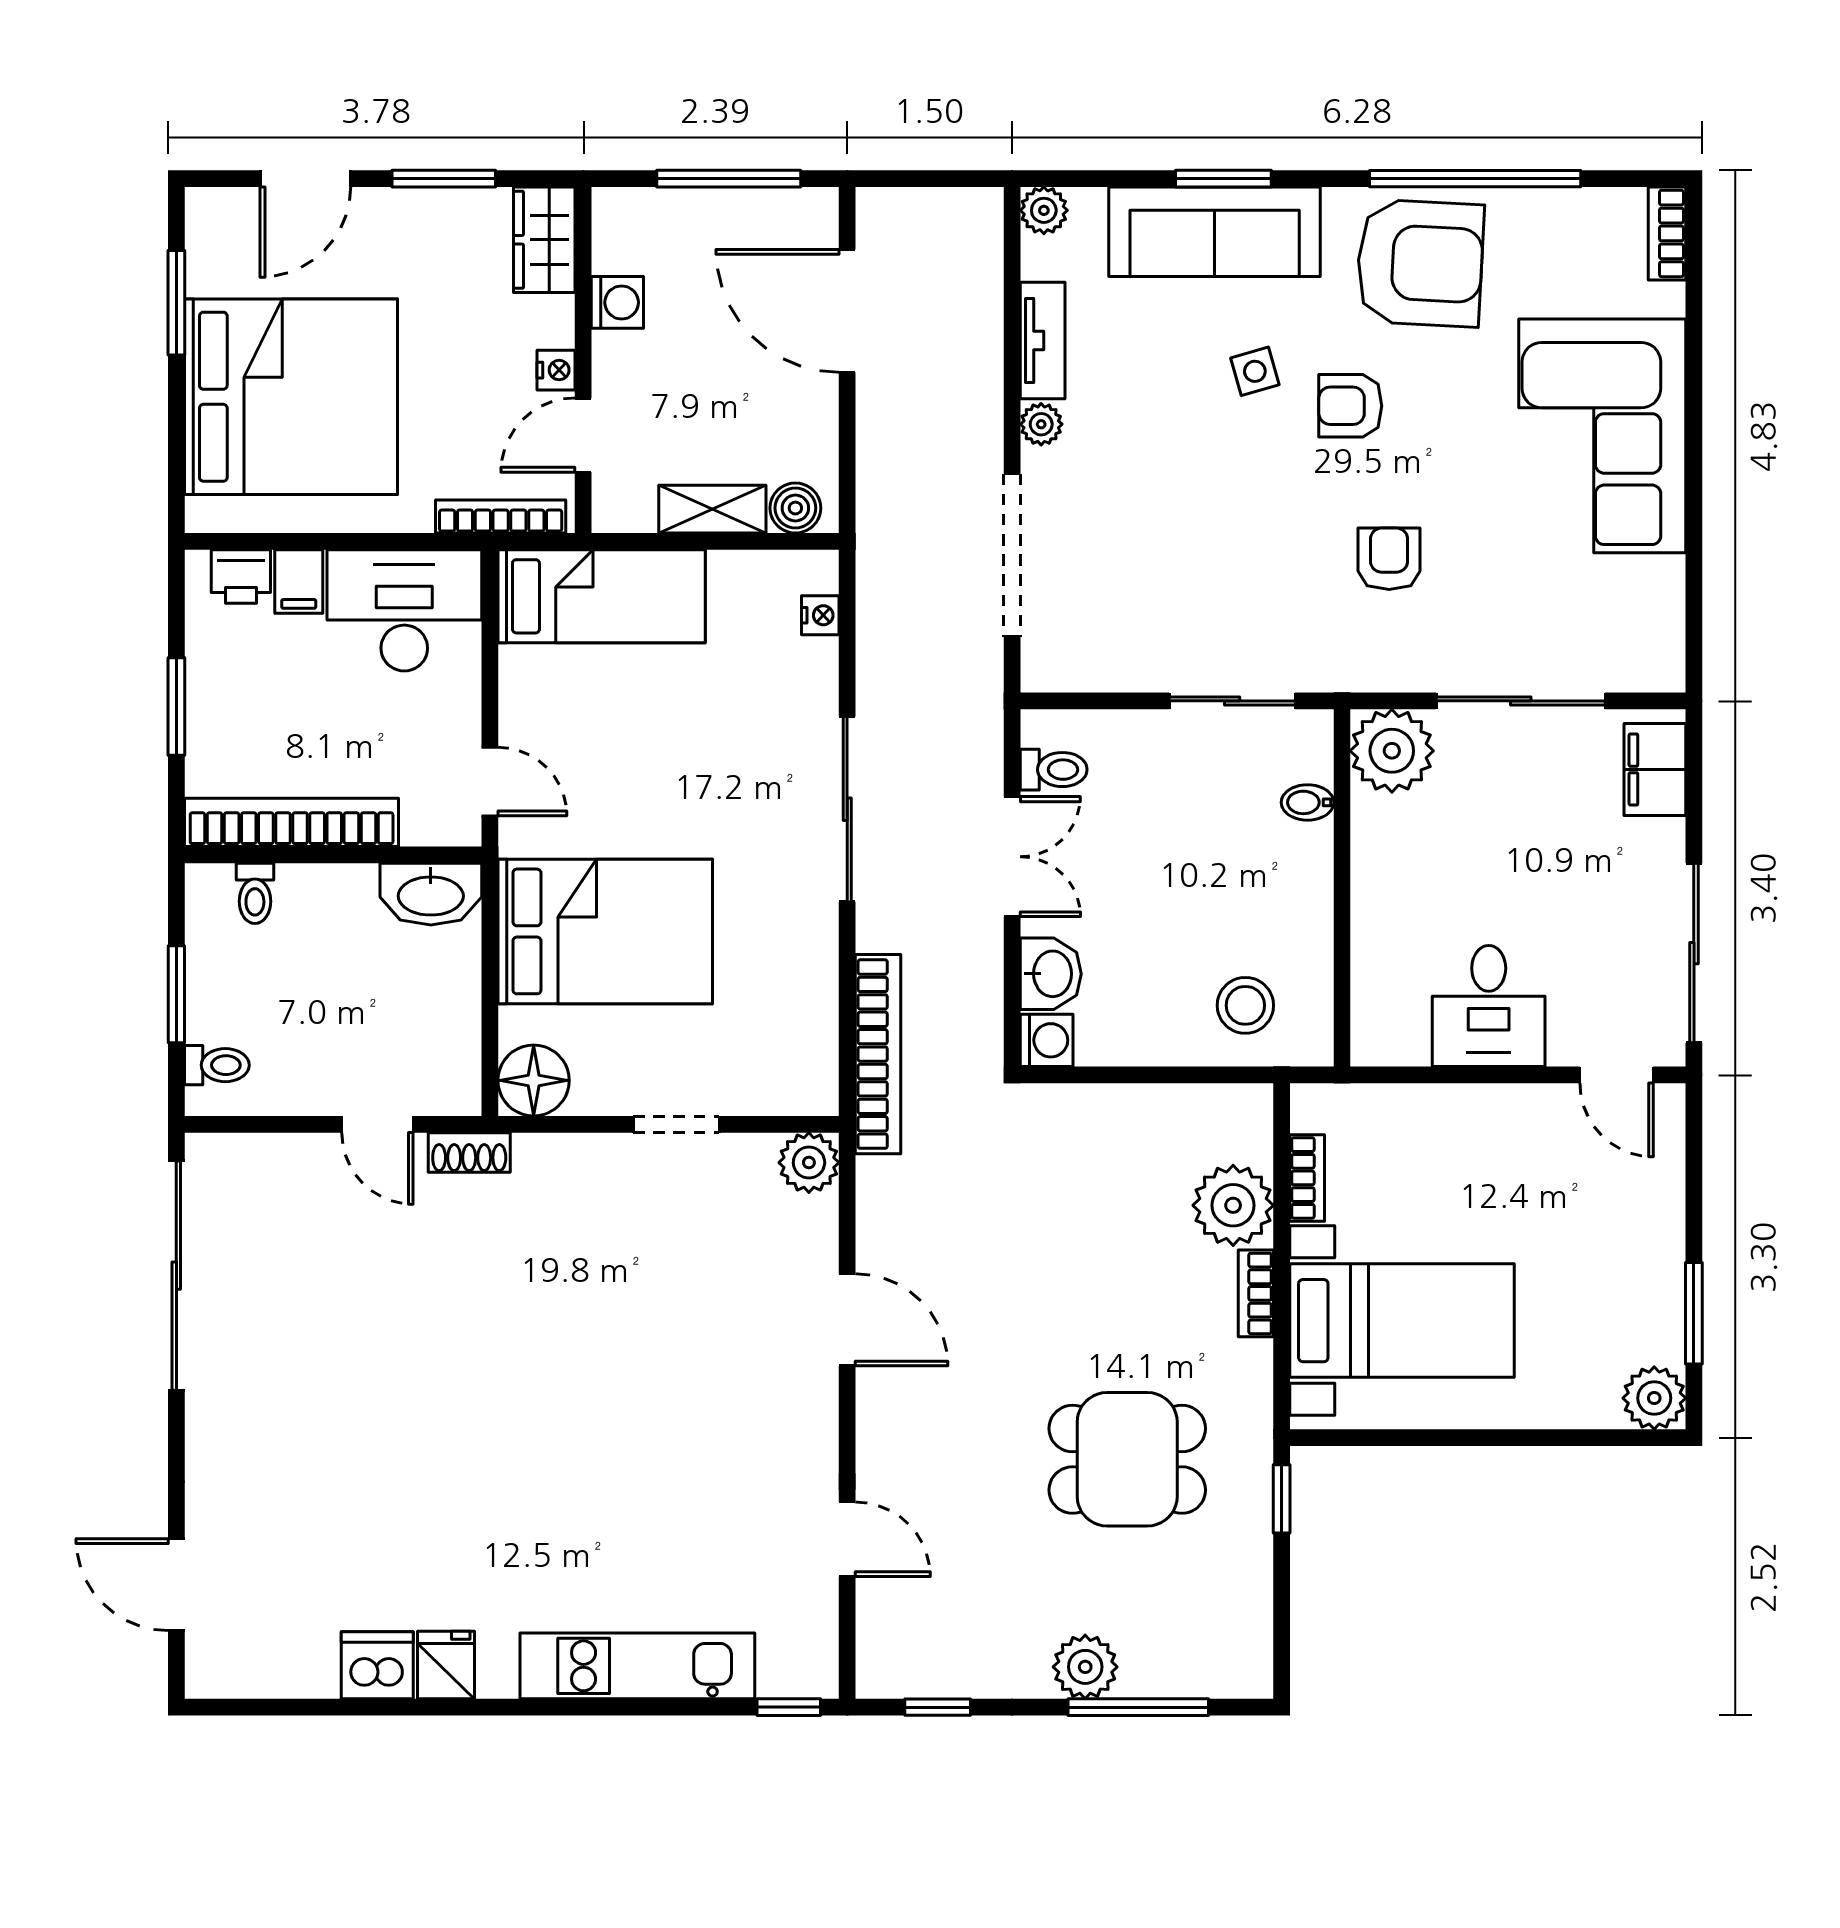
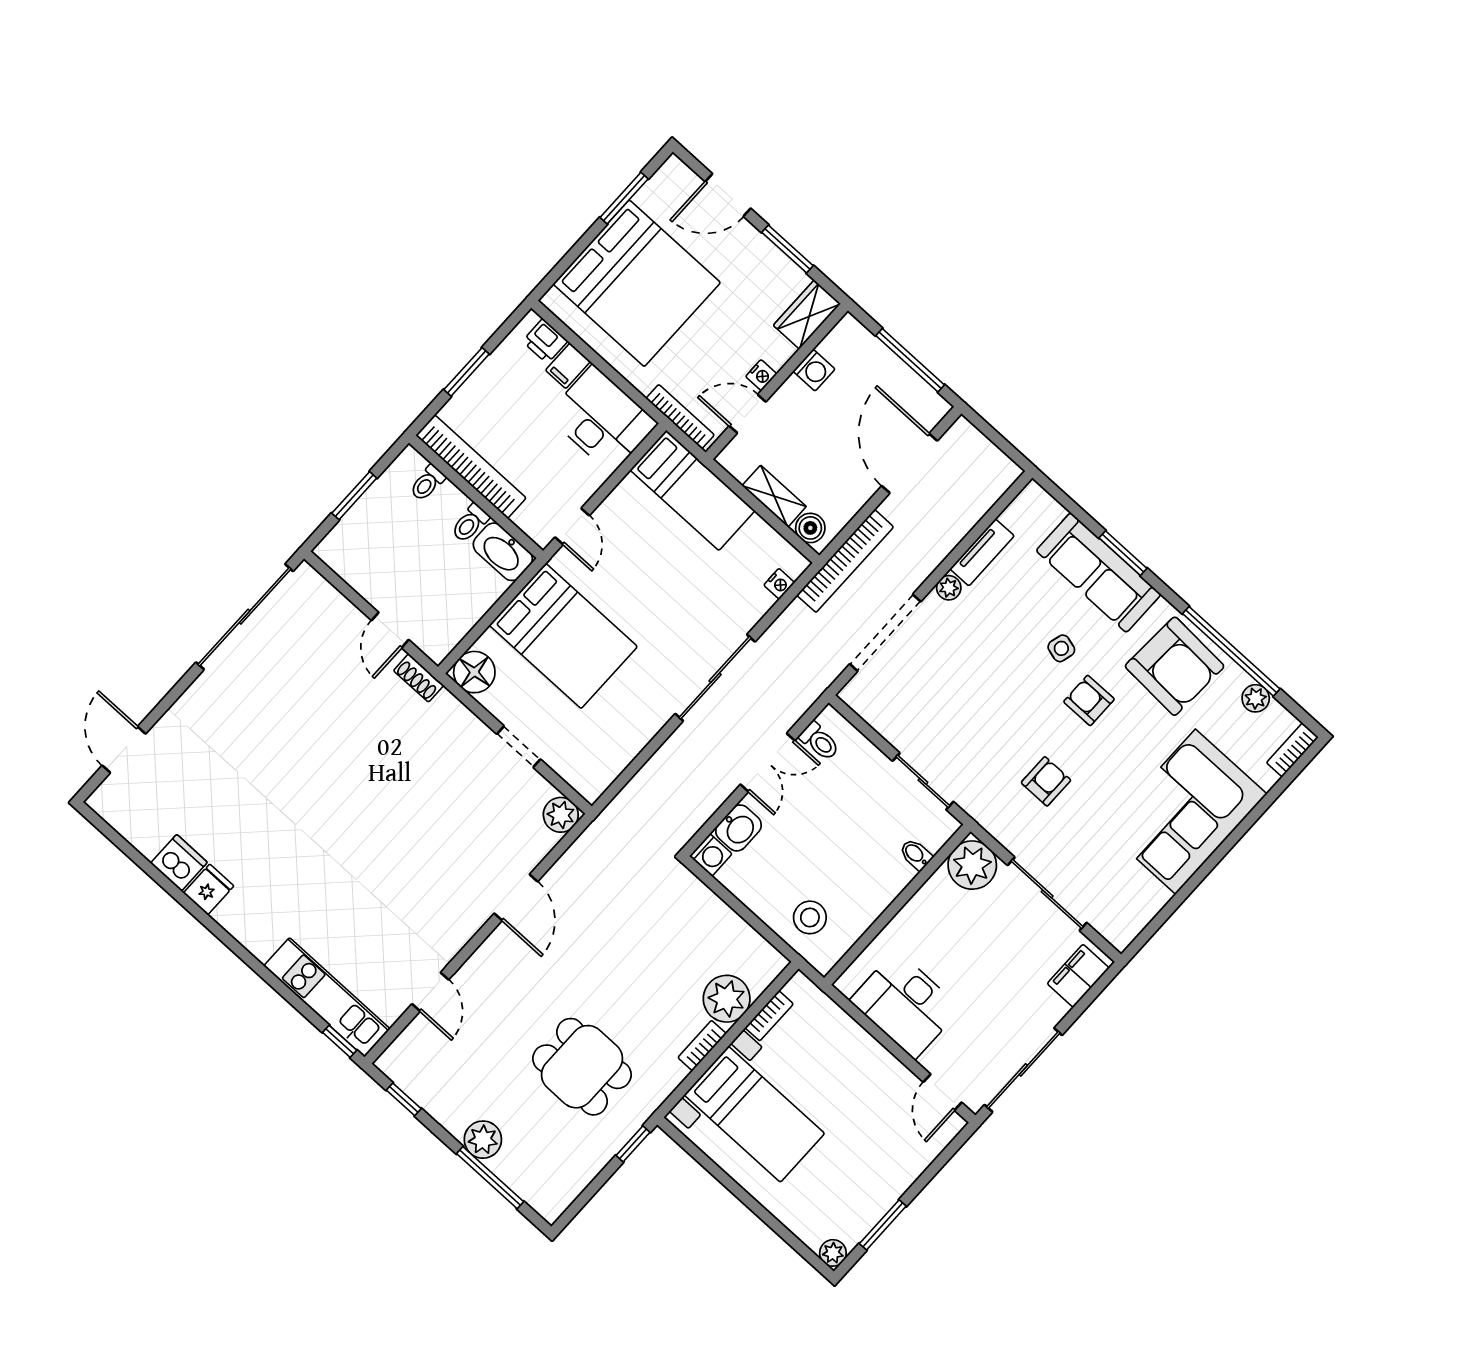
plant: (1044, 210) -> (1256, 698), moved
side table: (1255, 371) -> (1061, 648), turned 31
desk: (1489, 1006) -> (905, 1004), width x1.37
bookcase: (878, 1054) -> (845, 561), moved
toilet: (217, 1065) -> (470, 523), moved, turned 90
plant: (1654, 1398) -> (833, 1253), width x0.73, depth x0.73
kitchen unit: (637, 1666) -> (327, 997), moved

